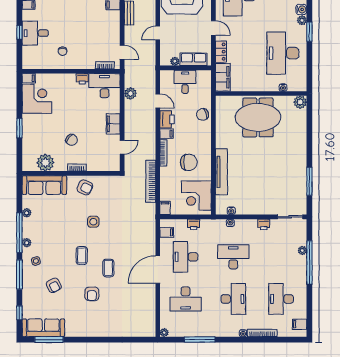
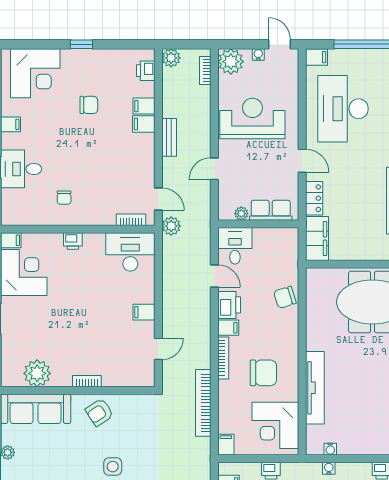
printer: (82, 79) -> (73, 241), moved
desk: (185, 82) -> (235, 246), moved
plant: (130, 93) -> (171, 226), moved
filing cabinet: (113, 124) -> (144, 312), width x0.50
chair: (72, 140) -> (78, 337), removed
armchair: (85, 187) -> (99, 412), turned 122

